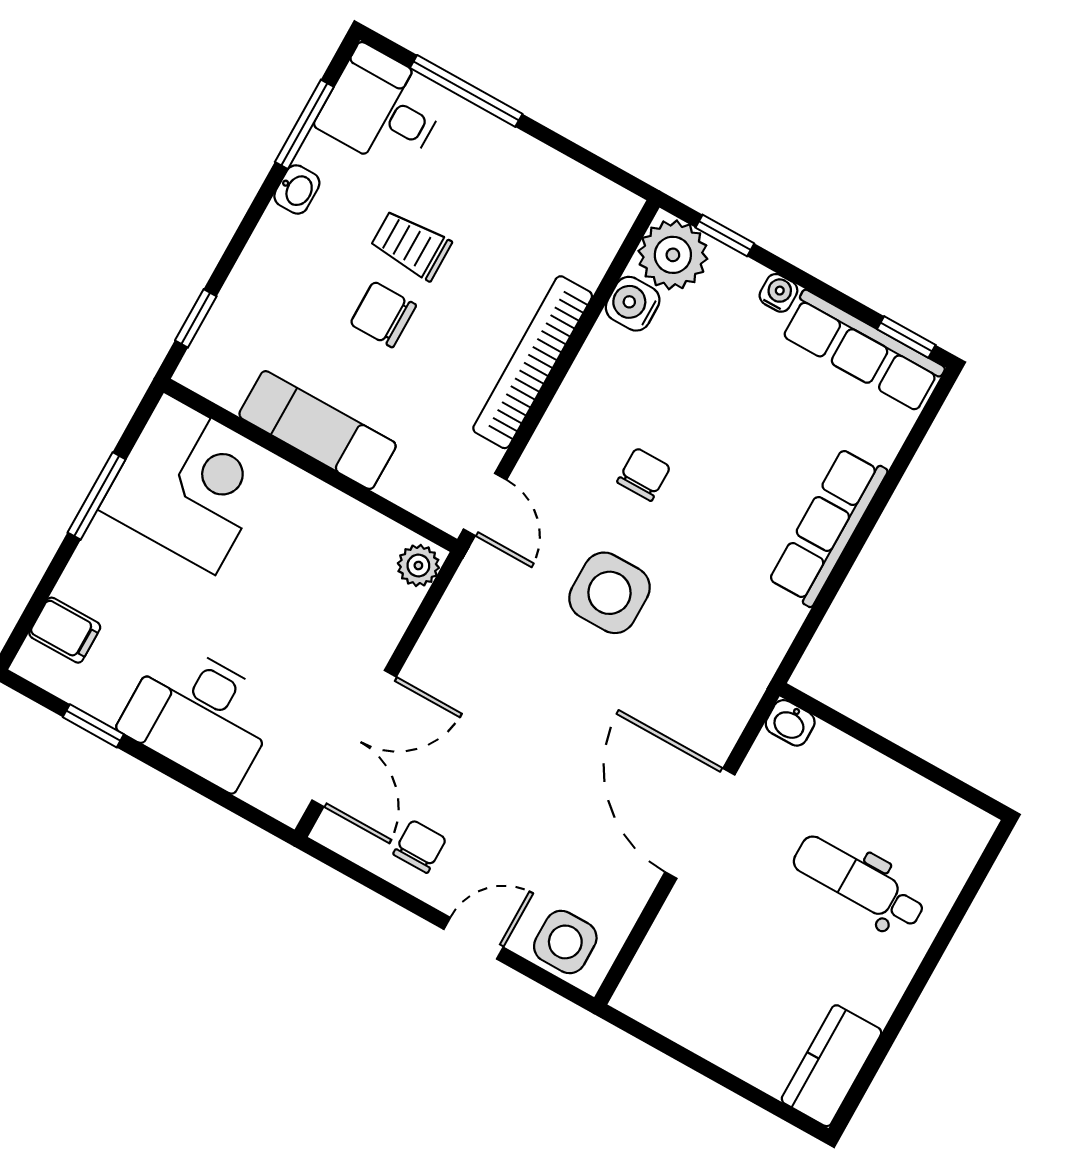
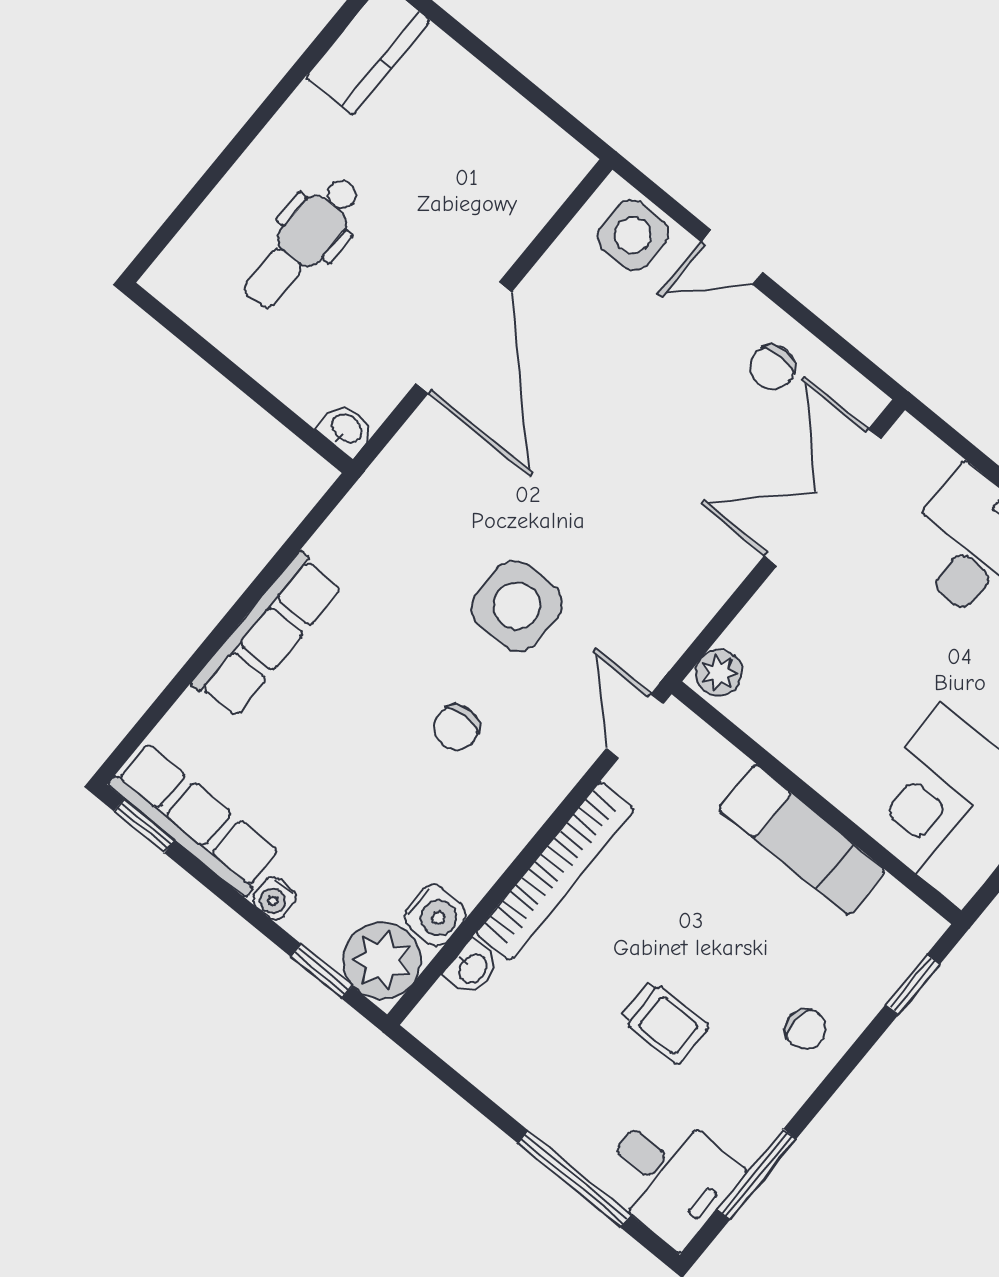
washbasin: (297, 189) -> (472, 968), moved, turned 180
chair: (383, 314) -> (805, 1029), moved, width x0.73, depth x0.73
dental chair: (859, 883) -> (302, 242), turned 90

